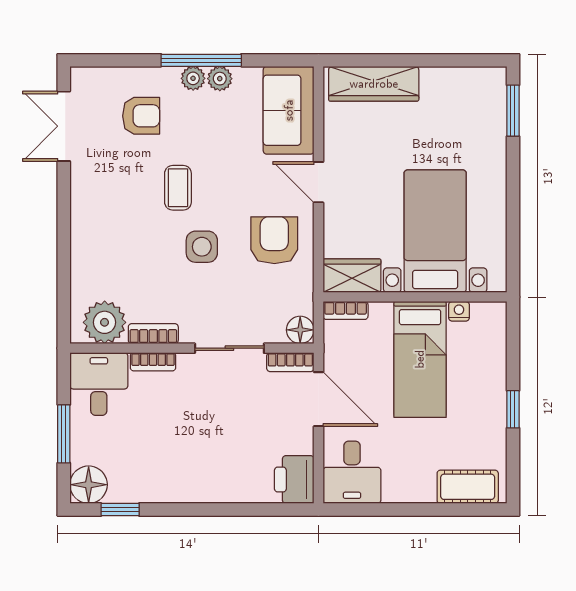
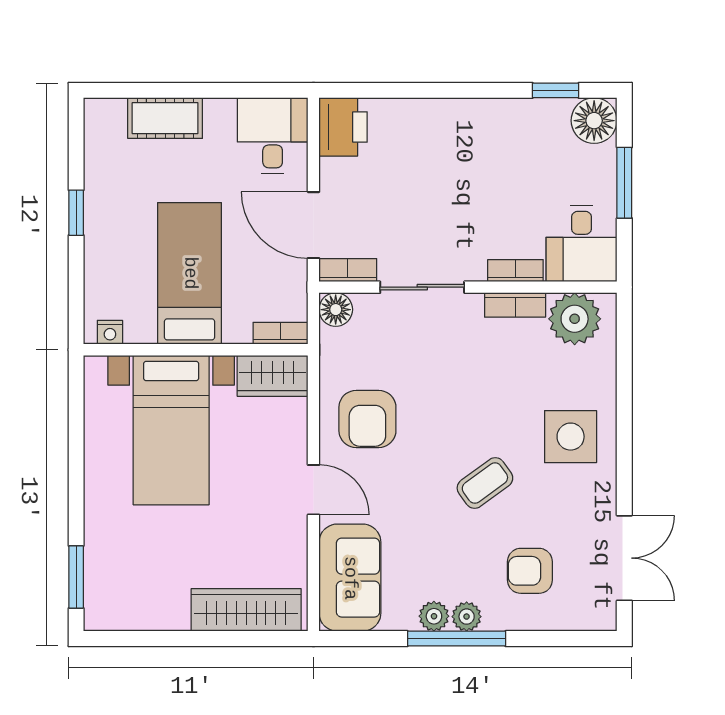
coffee table: (178, 188) -> (485, 483), turned 54
side table: (202, 247) -> (571, 437), moved, width x1.37, depth x1.37
nightstand: (459, 311) -> (110, 332), moved
cot: (468, 487) -> (165, 118), moved

